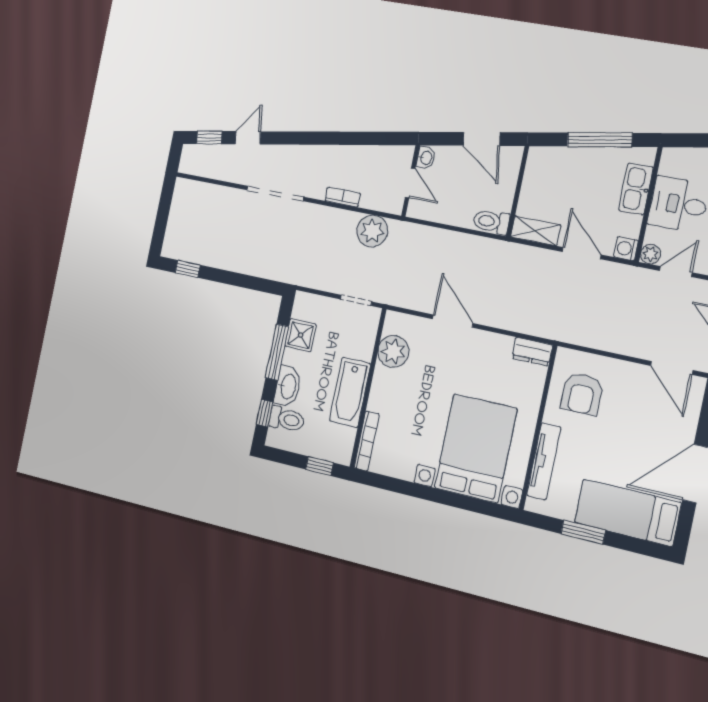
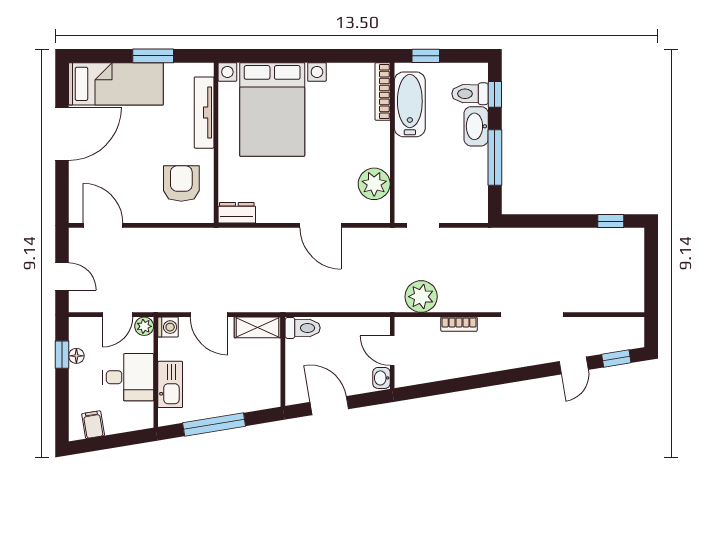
shower: (300, 335) -> (474, 180), removed
bathtub: (350, 392) -> (410, 104), moved

